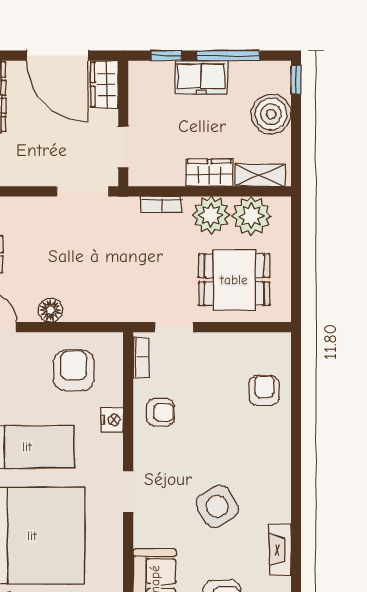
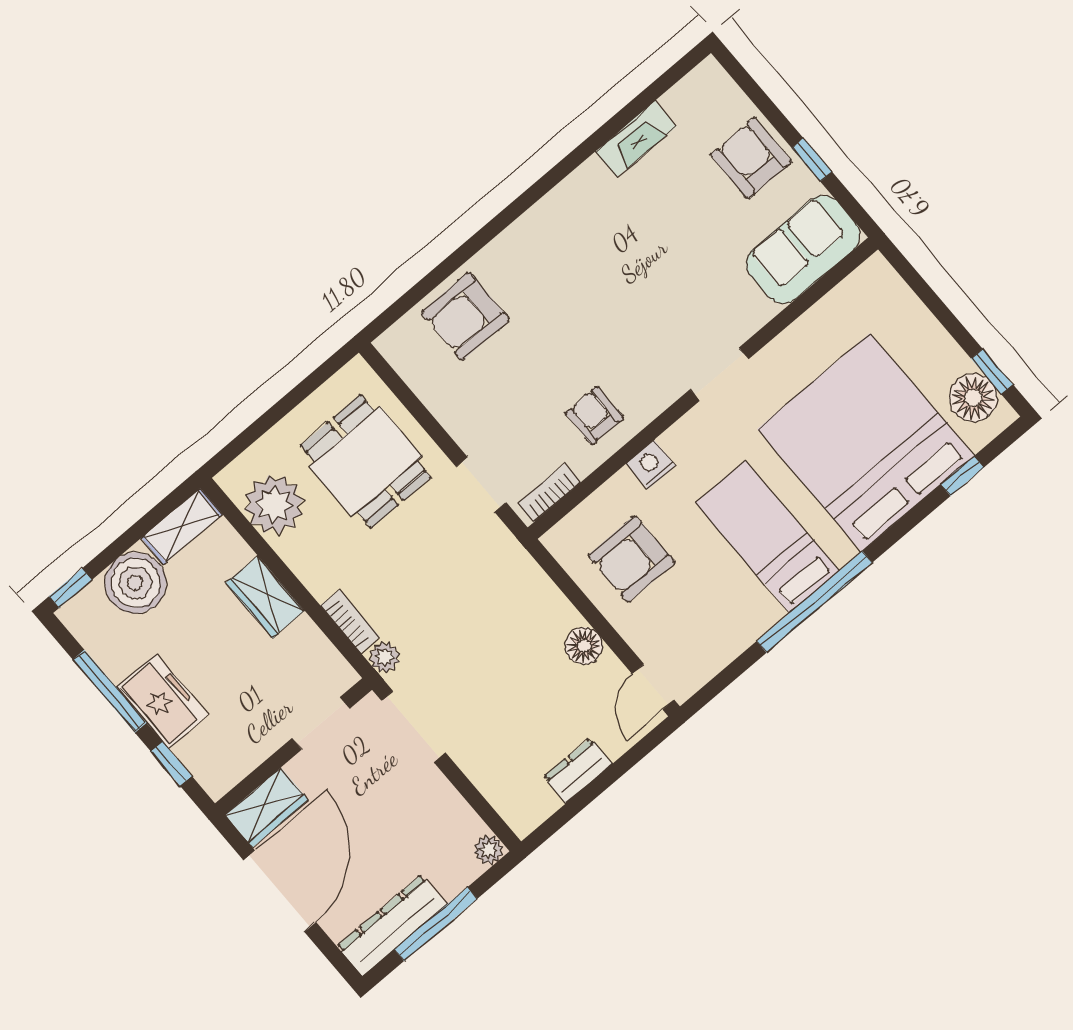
shelving: (260, 175) -> (182, 526), moved, turned 90
plant: (211, 215) -> (384, 657), moved, width x0.53, depth x0.53
armchair: (264, 390) -> (465, 316), width x1.38, depth x1.38
side table: (217, 506) -> (648, 256), removed

